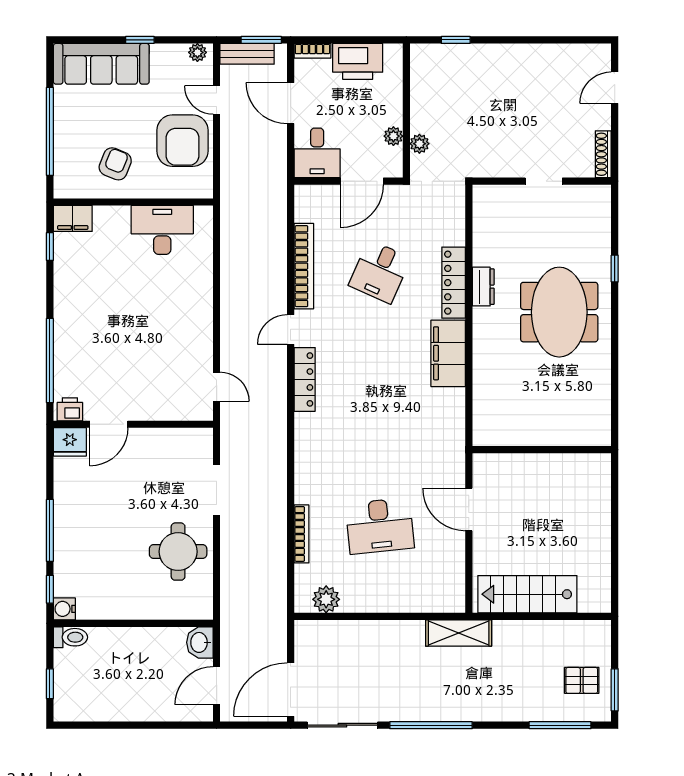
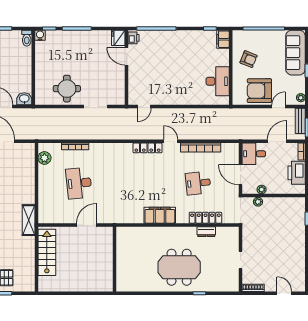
desk: (380, 272) -> (198, 183), turned -30
locker: (454, 283) -> (205, 218), moved
dresser: (483, 287) -> (206, 232), moved

